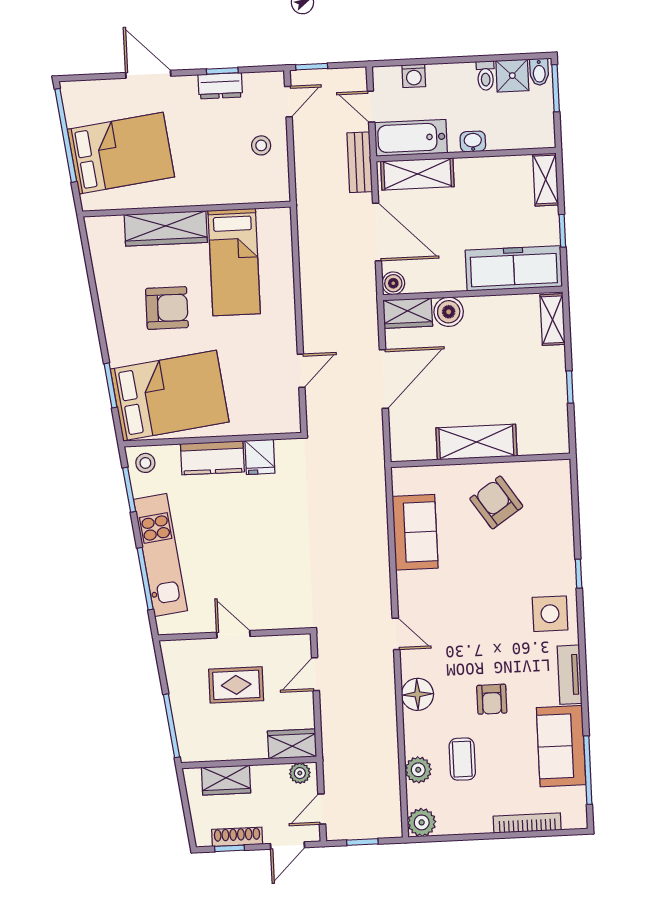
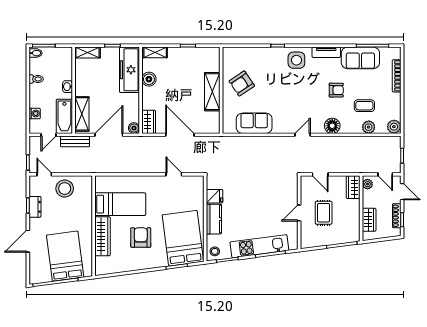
shower: (512, 76) -> (37, 66), removed
stool: (261, 145) -> (65, 189), width x1.89, depth x1.89
boiler: (449, 312) -> (149, 79), moved

